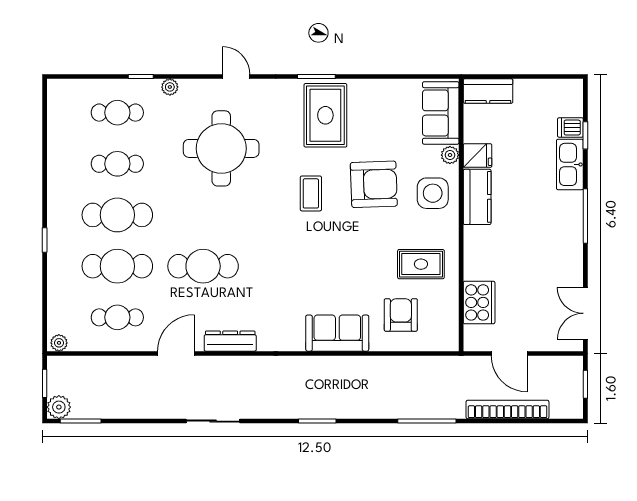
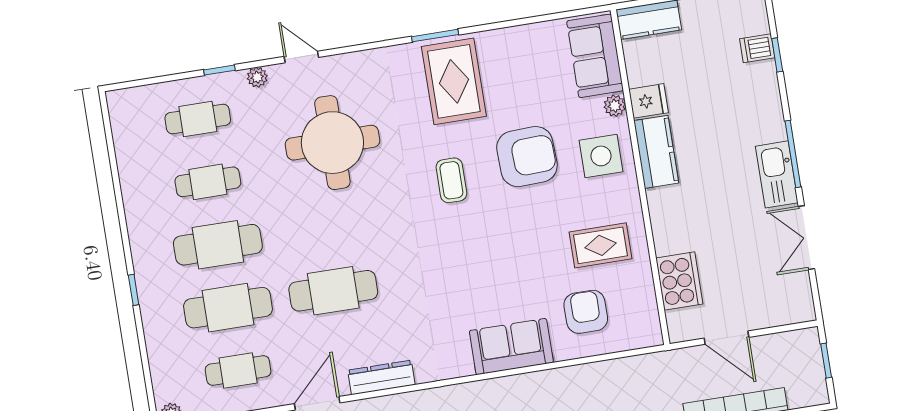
door: (236, 77) -> (301, 57), moved
kitchen sink: (570, 164) -> (777, 174), moved
double door: (585, 313) -> (806, 238), moved

